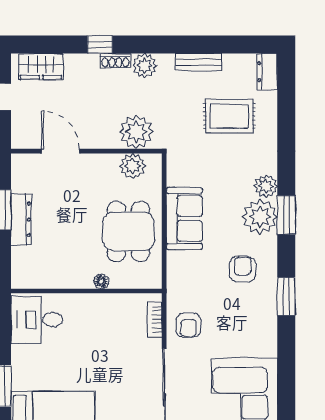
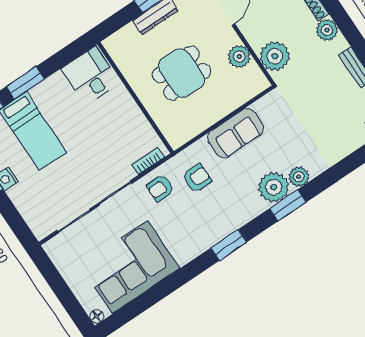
rug: (229, 116) -> (332, 116), removed
plant: (133, 166) -> (239, 57), moved
dining table: (128, 231) -> (182, 73), moved
armchair: (243, 269) -> (197, 178), moved
floor lamp: (101, 281) -> (150, 104), removed

